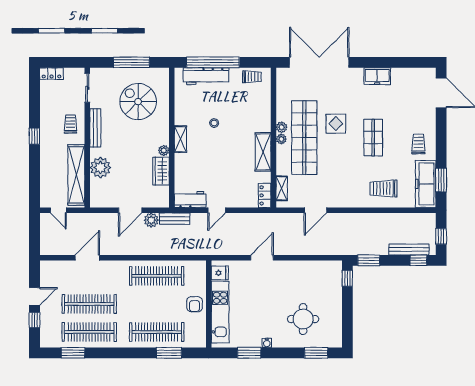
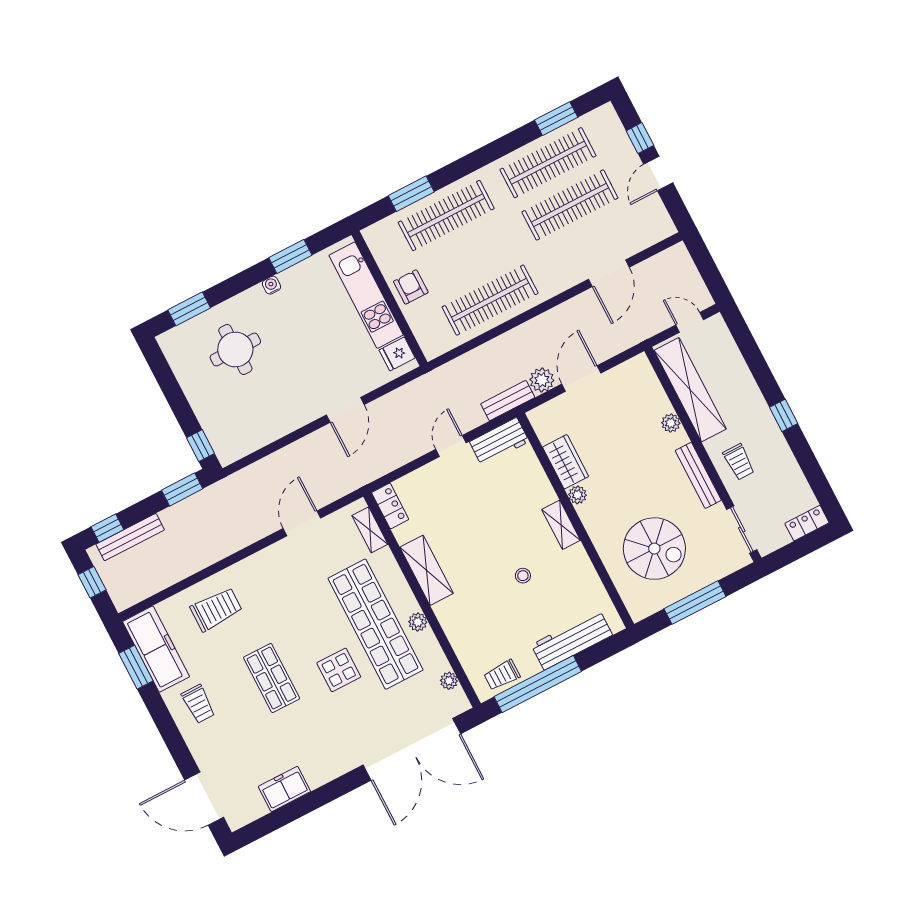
window: (213, 62) -> (538, 684), moved
freezer: (377, 76) -> (284, 789), moved
plant: (281, 139) -> (449, 681), moved
plant: (100, 168) -> (671, 423), width x0.53, depth x0.53

